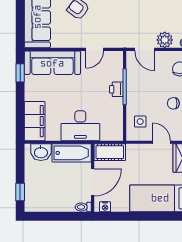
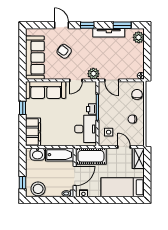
plant: (165, 40) -> (93, 74), moved
window: (20, 73) -> (23, 108), moved
desk: (80, 126) -> (86, 129), moved, turned -90
cot: (110, 152) -> (91, 156), width x1.37, depth x1.34
stool: (42, 201) -> (38, 189), added

